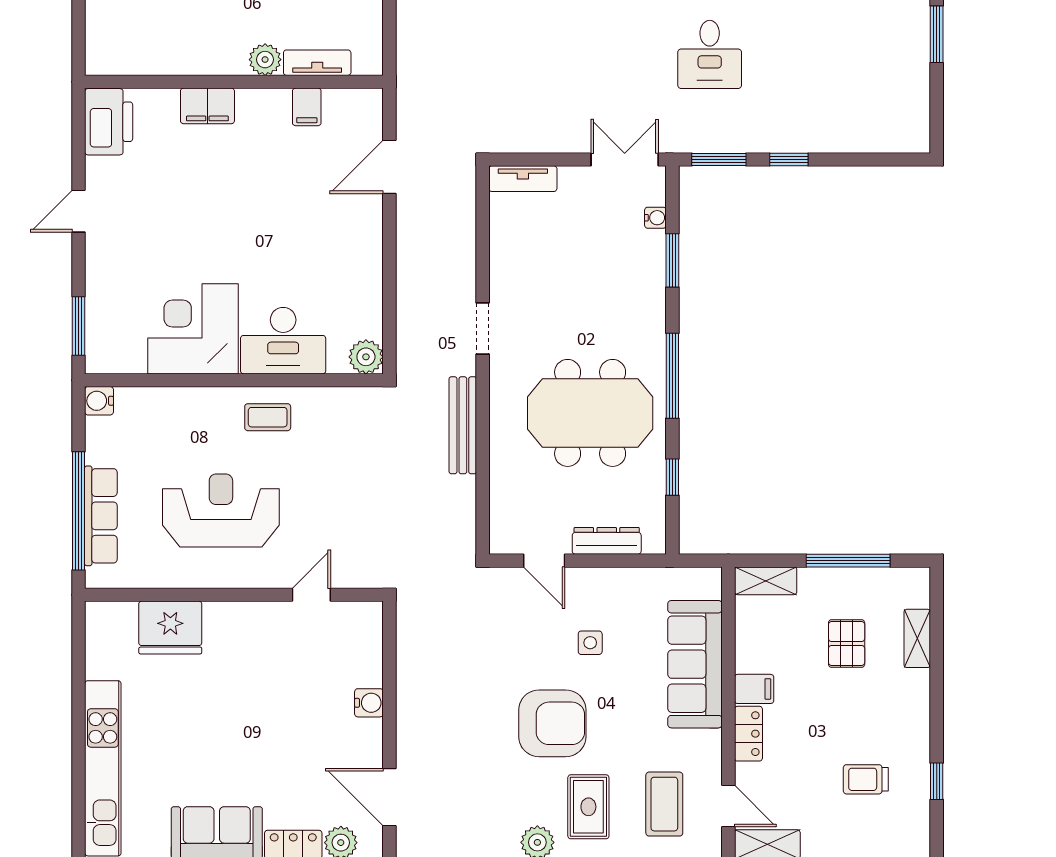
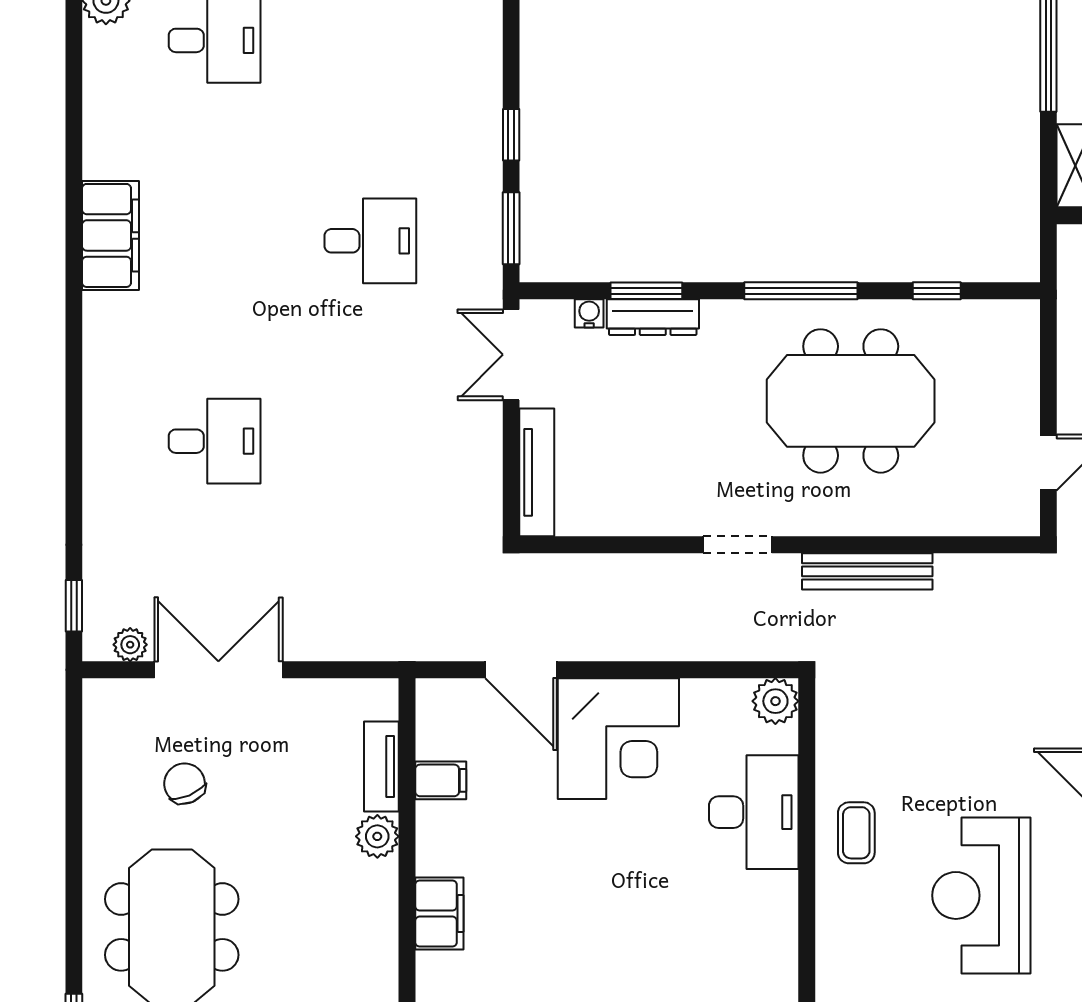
tv unit: (523, 179) -> (537, 472), width x1.41
corner desk: (193, 329) -> (618, 739), moved, turned -90
meeting table: (590, 413) -> (851, 401), turned 90
dresser: (607, 541) -> (653, 317), moved, turned -90

